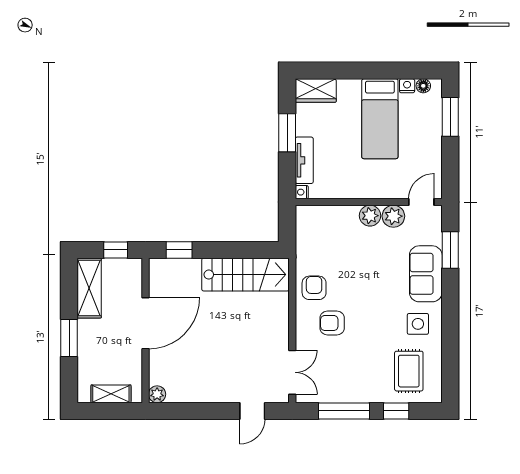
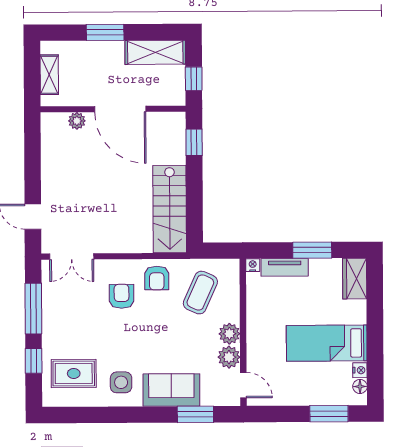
coffee table: (329, 244) -> (200, 293), added
armchair: (314, 288) -> (157, 278), turned 90
plant: (157, 394) -> (77, 121), moved

